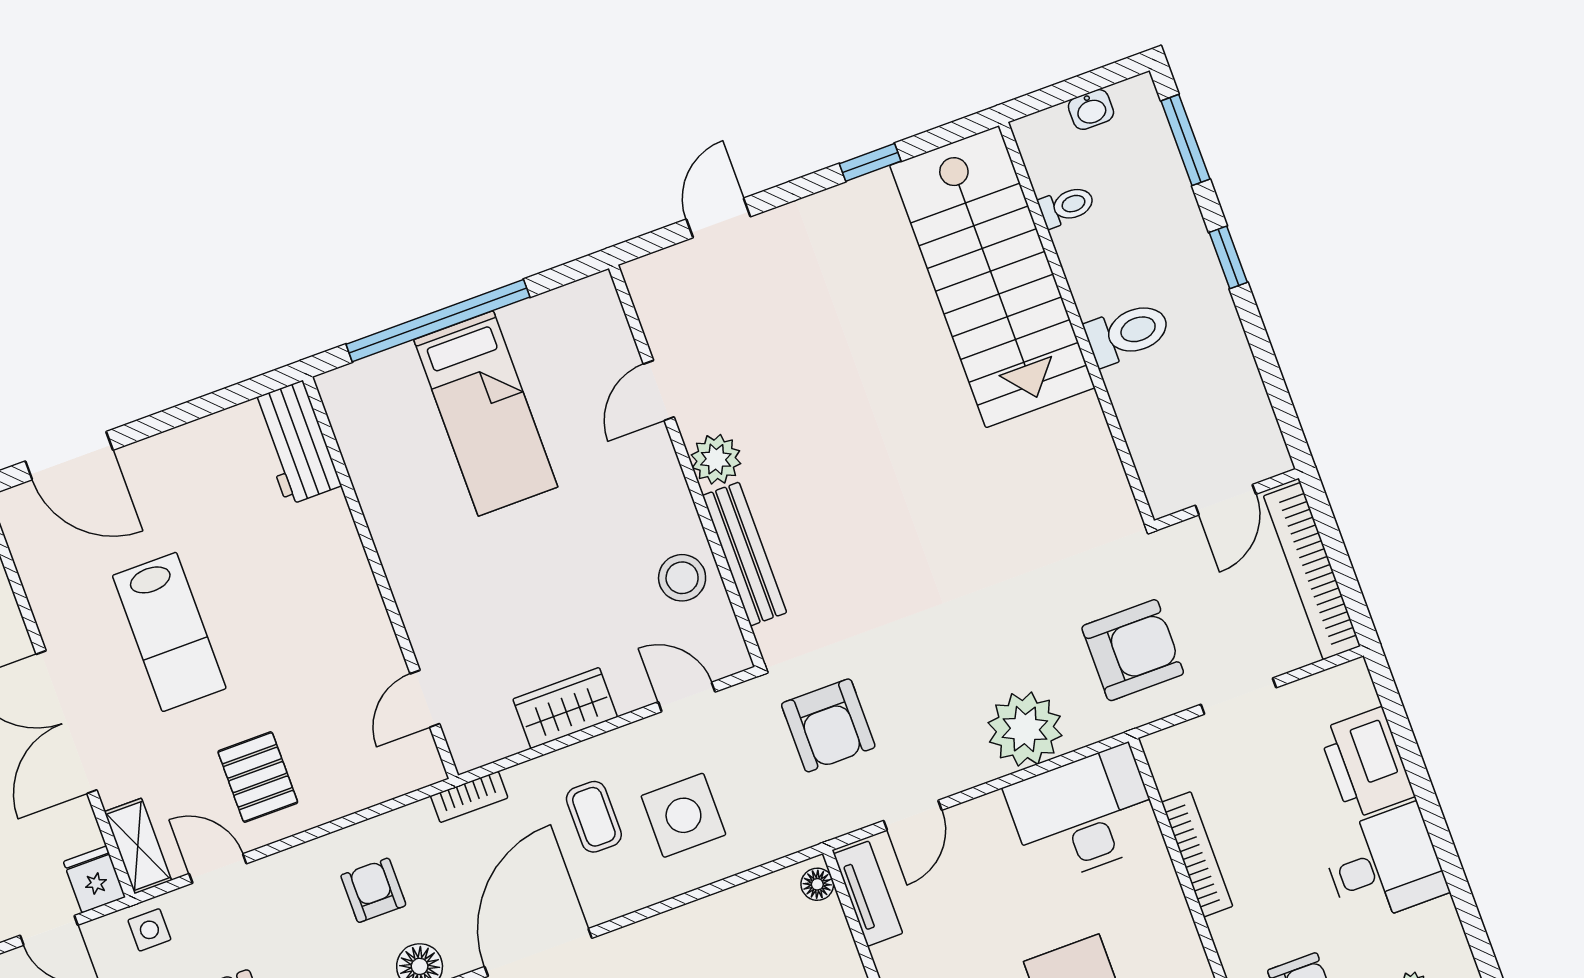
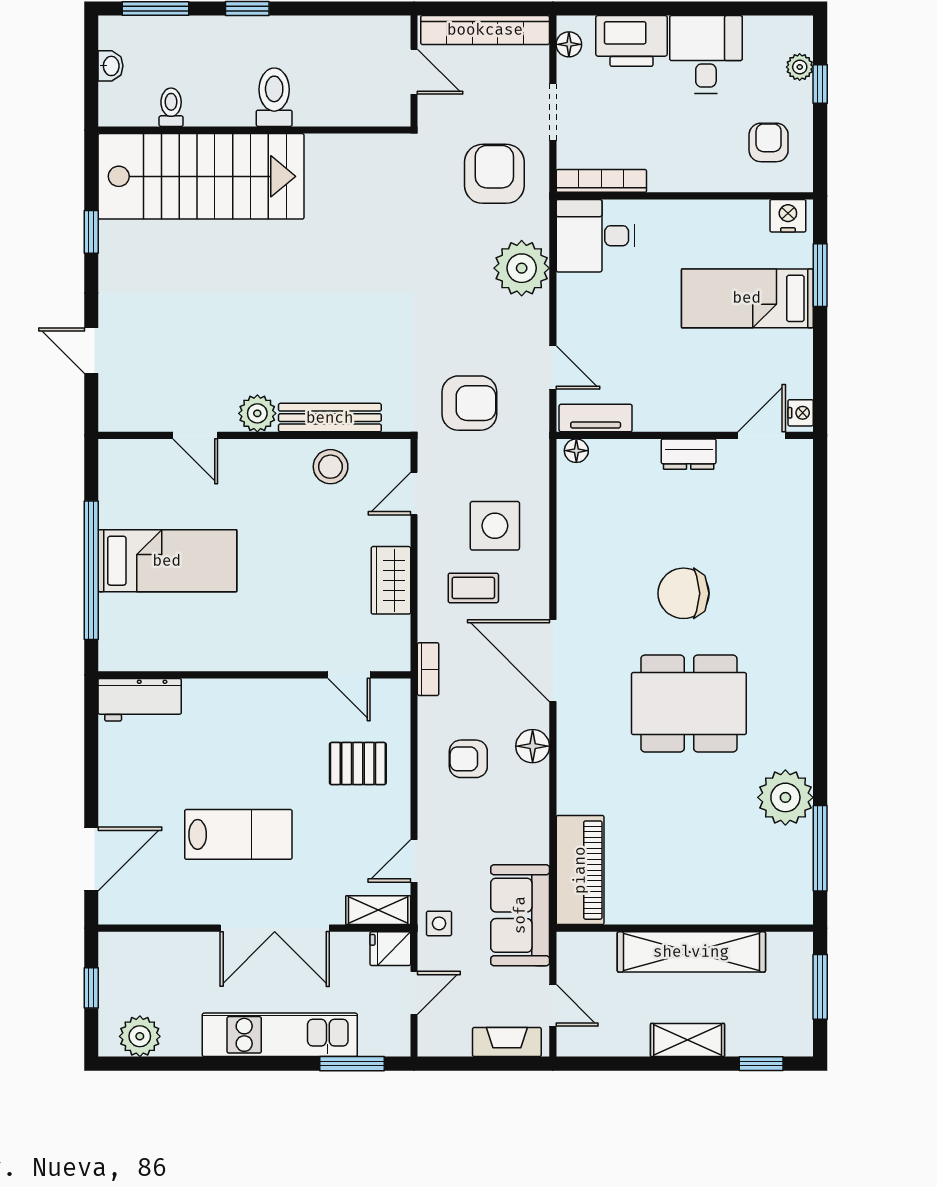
floor lamp: (1333, 685) -> (569, 44), added
pallet: (258, 777) -> (358, 764), moved
desk: (1084, 815) -> (595, 236), width x0.73
bookcase: (1197, 854) -> (601, 181), moved

